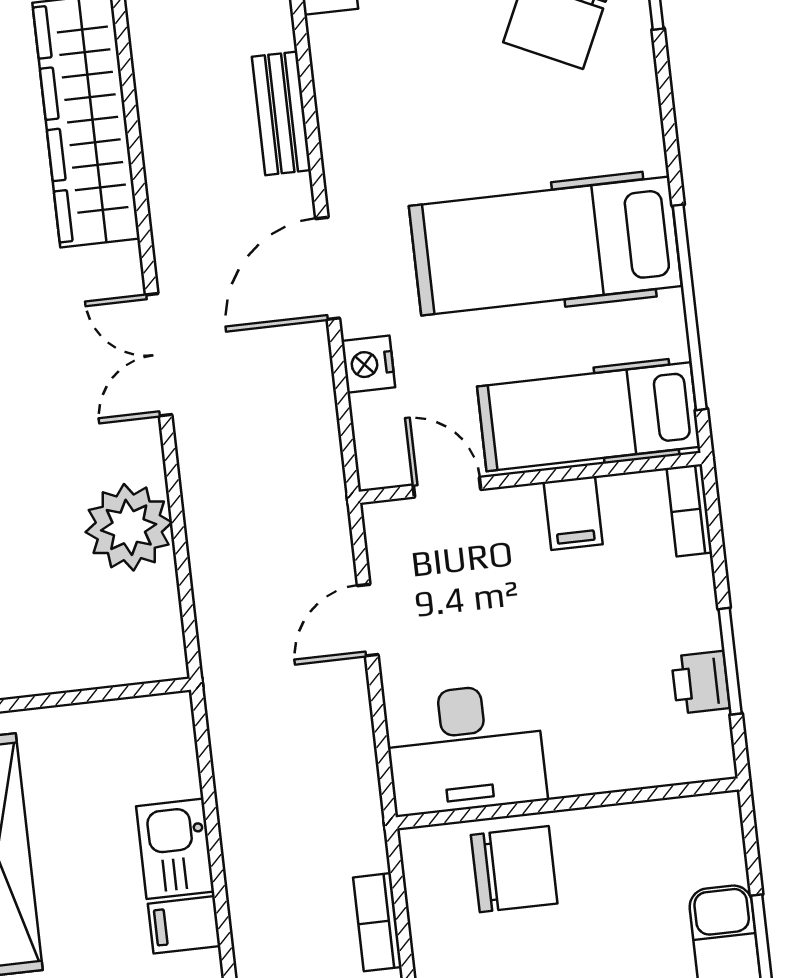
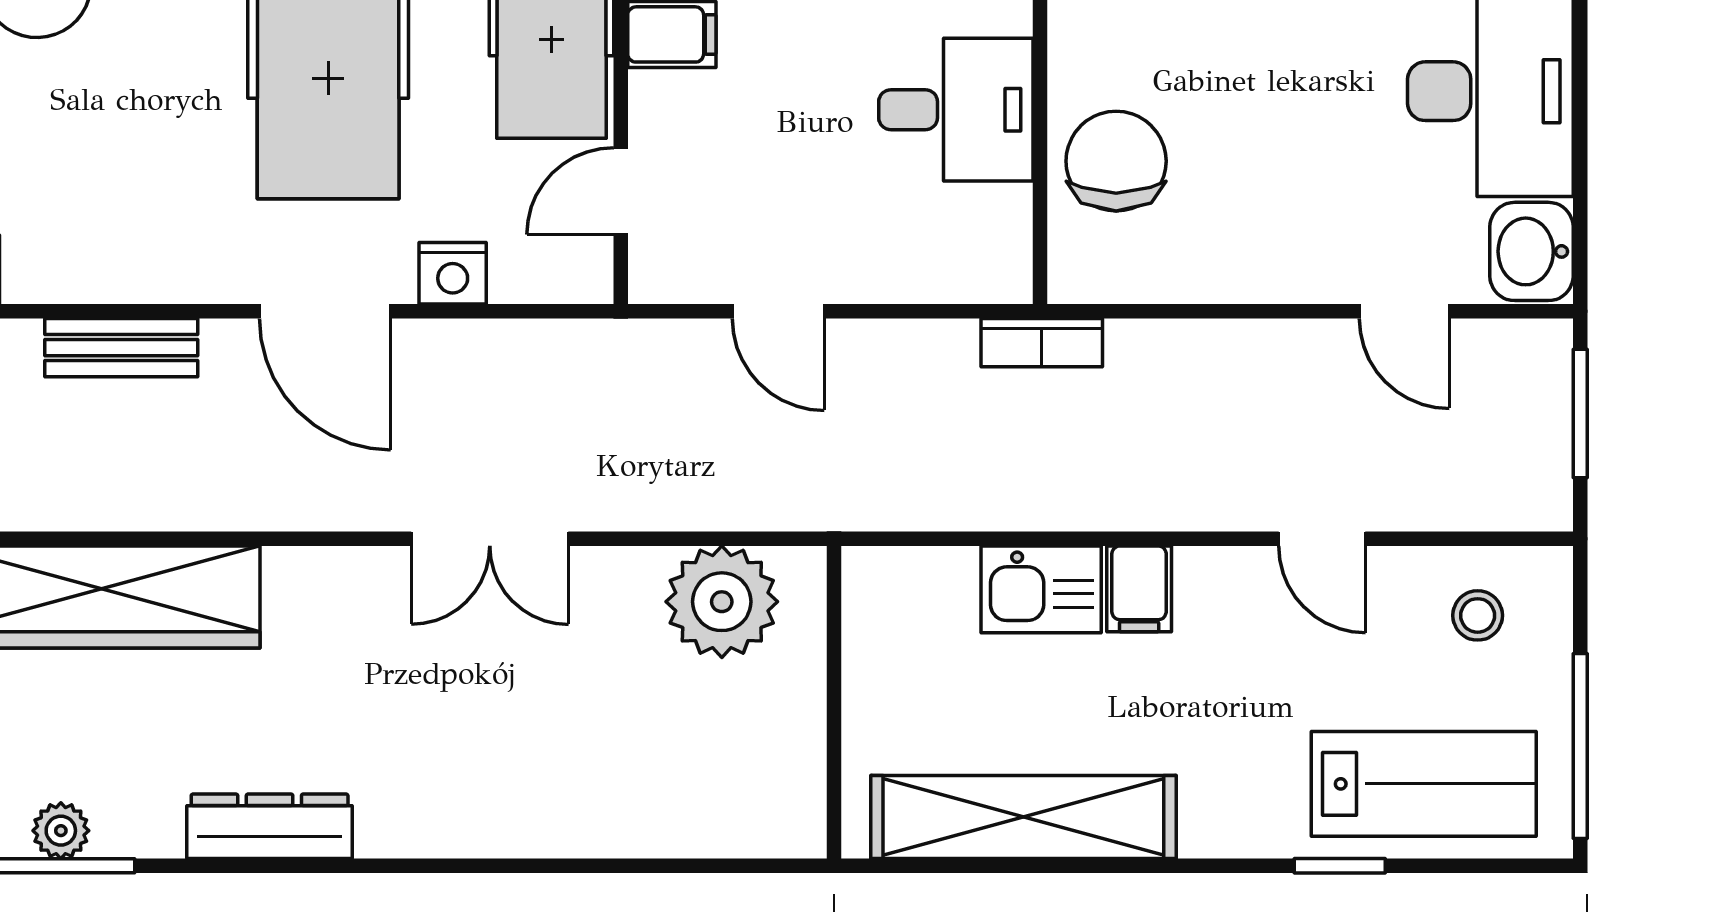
double door: (159, 355) -> (490, 539), moved
plant: (129, 527) -> (722, 602), moved
desk: (465, 749) -> (956, 110), moved, width x0.73
bookcase: (377, 922) -> (1042, 343), moved

